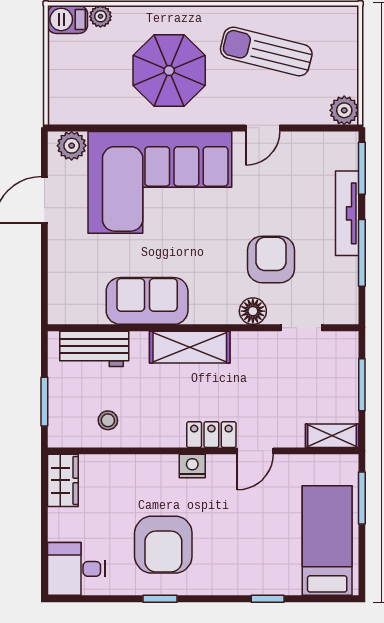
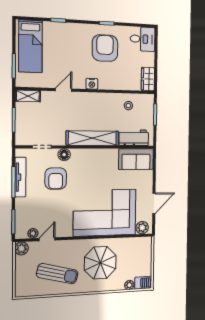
door: (263, 128) -> (47, 239), moved
plant: (320, 142) -> (33, 233), added
tv unit: (347, 213) -> (20, 177), moved
sofa: (147, 301) -> (136, 159), moved
shelving: (190, 347) -> (92, 138), width x1.47
locker: (211, 435) -> (83, 98), removed

